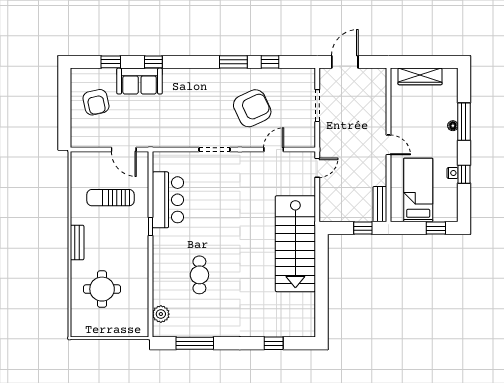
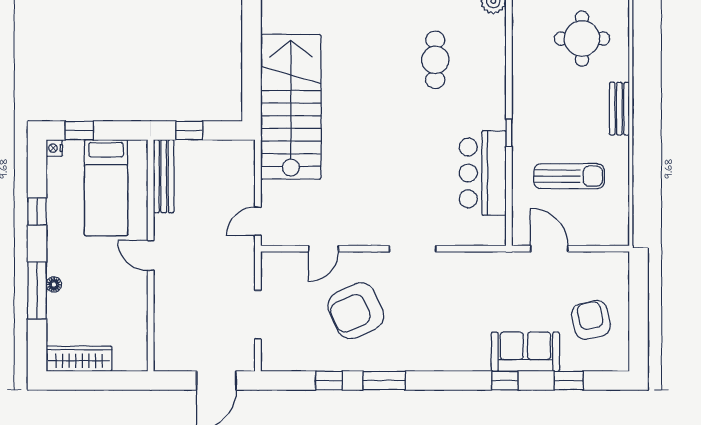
wardrobe: (420, 76) -> (79, 359), moved
nightstand: (453, 173) -> (54, 148), moved
bench: (380, 204) -> (164, 176), width x1.36

